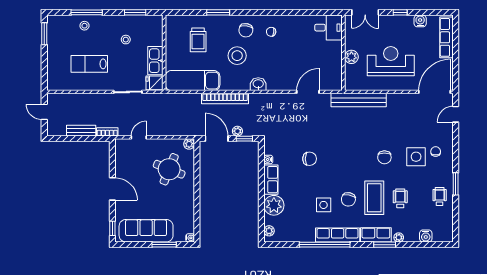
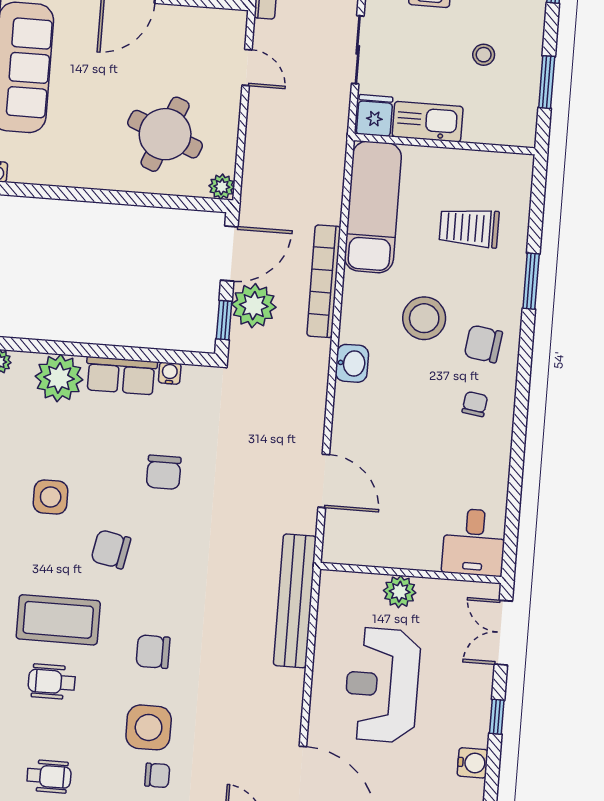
reception desk: (391, 61) -> (382, 685), turned 180
plant: (237, 131) -> (254, 306), width x1.88, depth x1.88
wheelchair: (400, 198) -> (52, 682), turned 180
chair: (348, 199) -> (111, 549), moved

